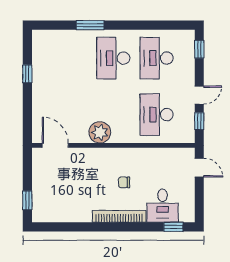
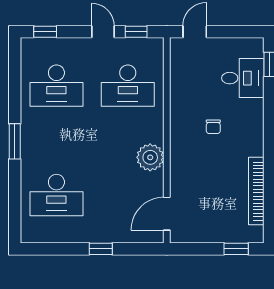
window: (90, 25) -> (15, 141), moved
desk: (113, 58) -> (56, 195), moved
window: (27, 74) -> (101, 249), moved
bookcase: (119, 216) -> (256, 191), moved

